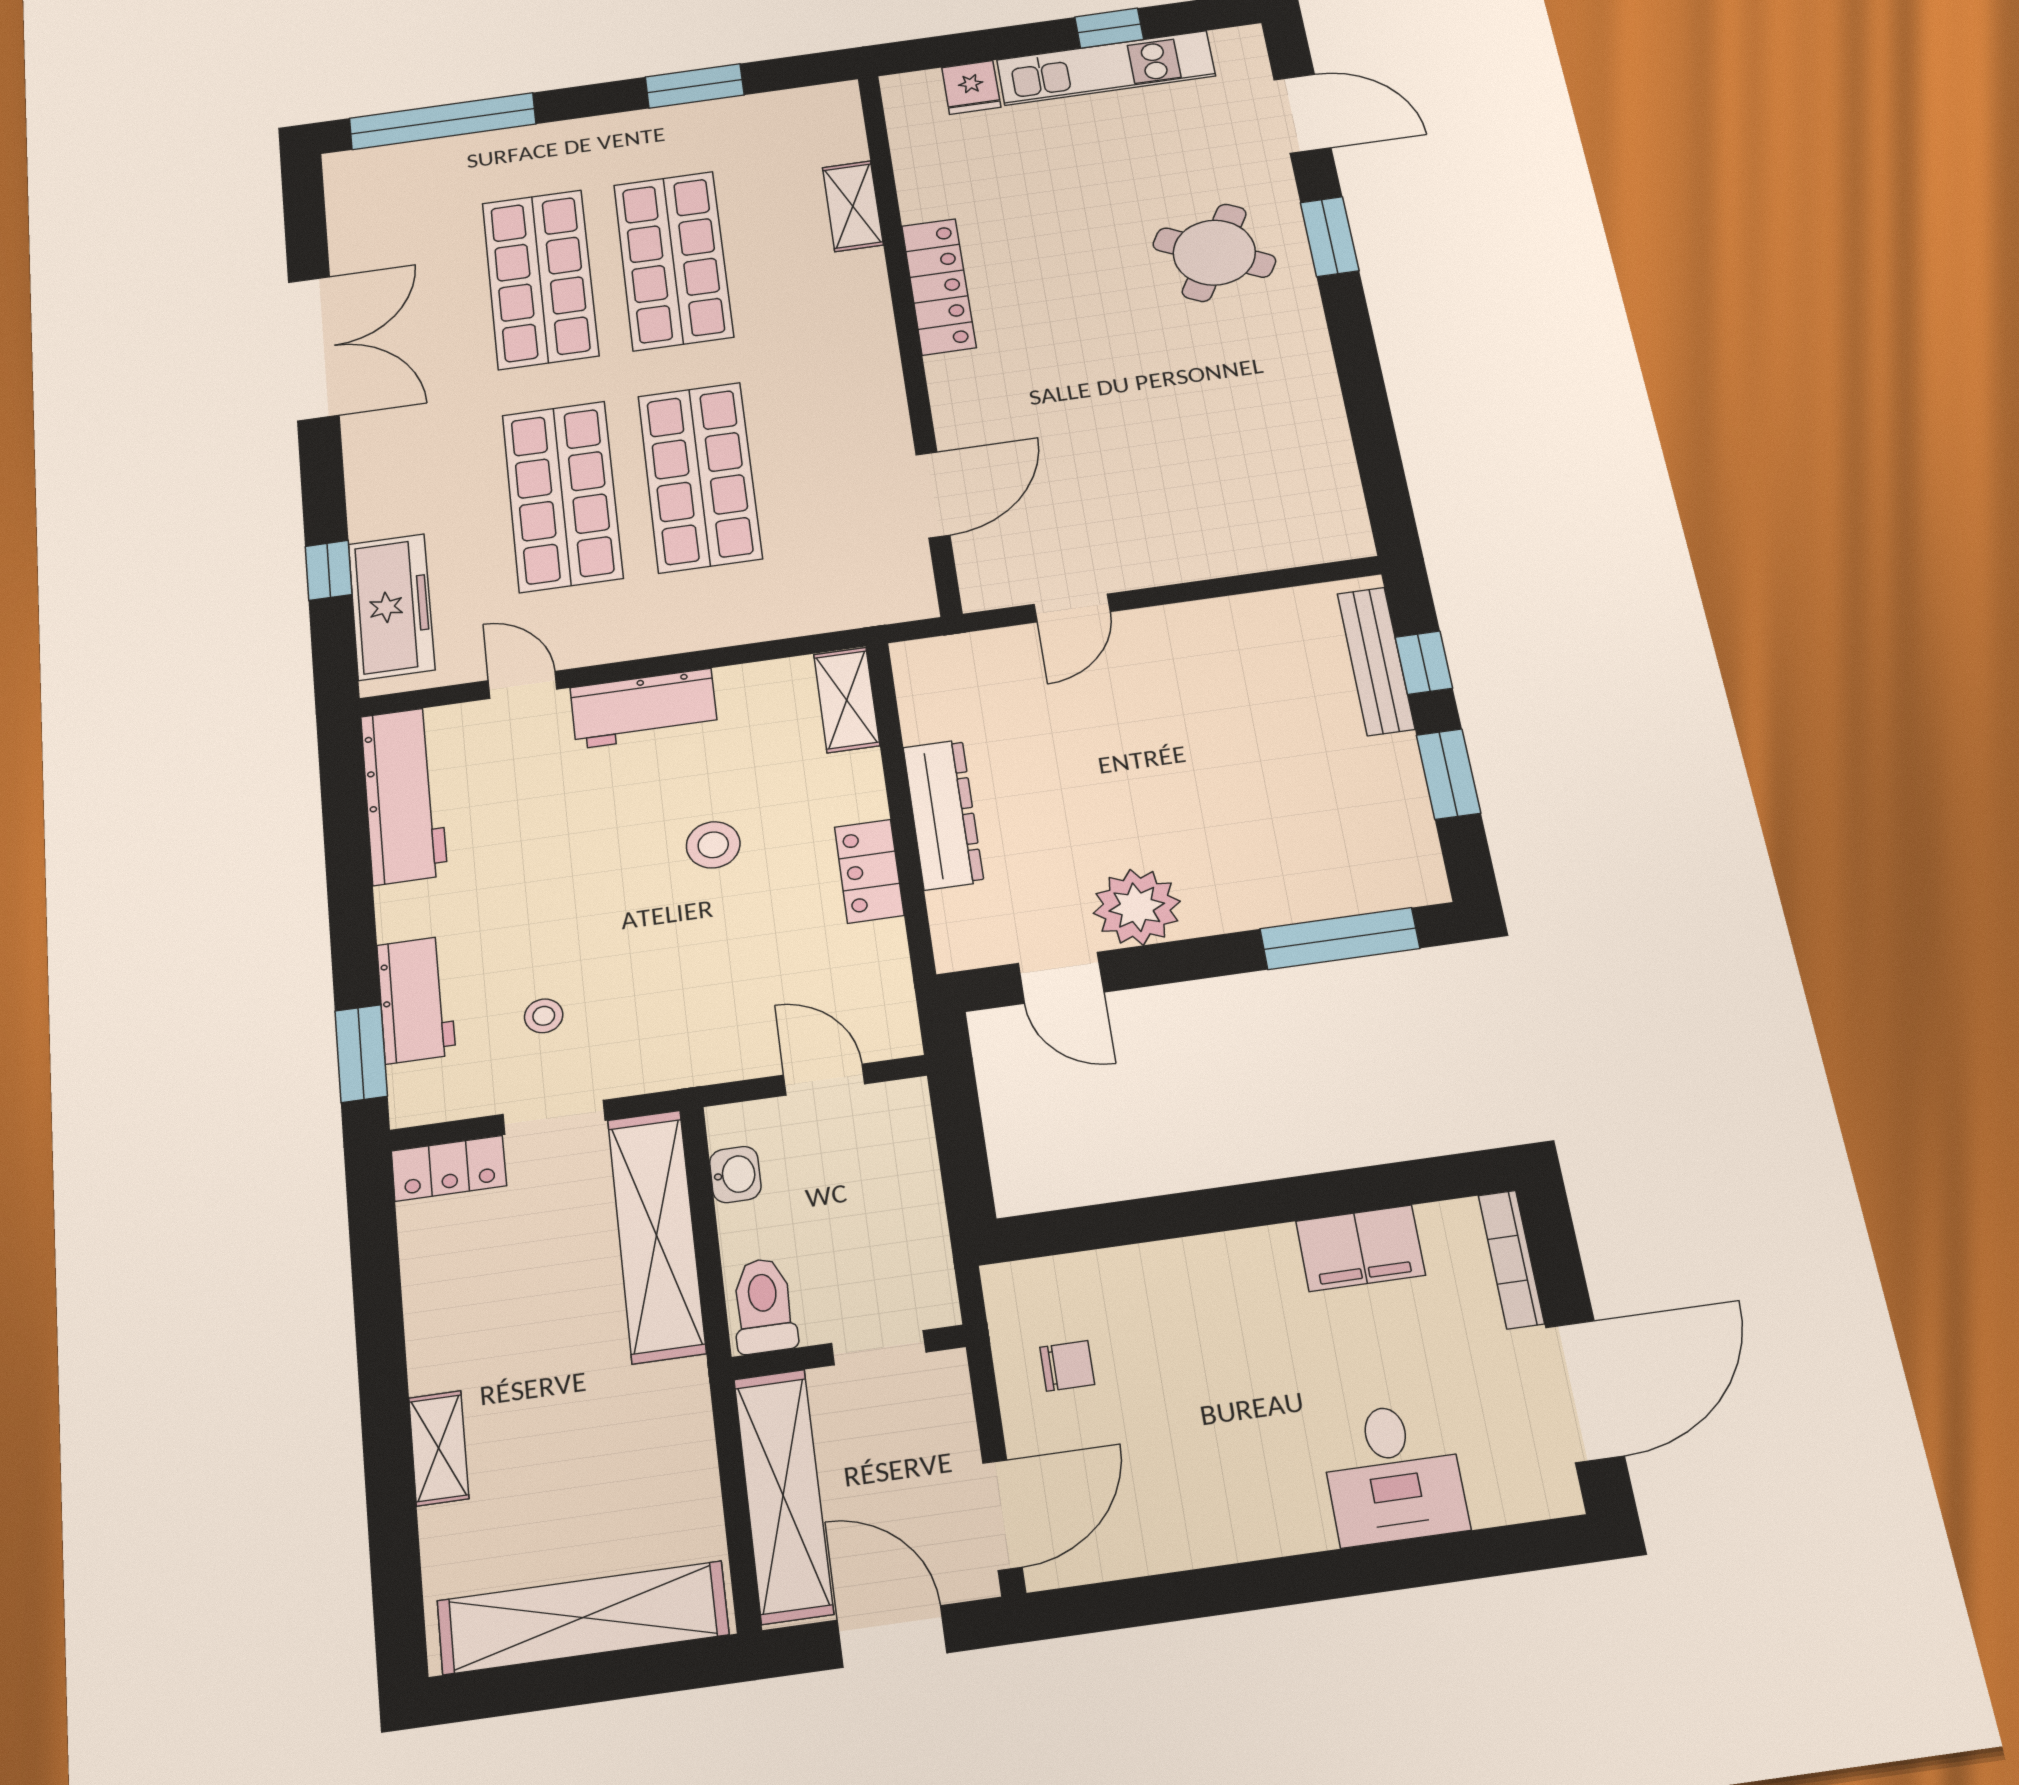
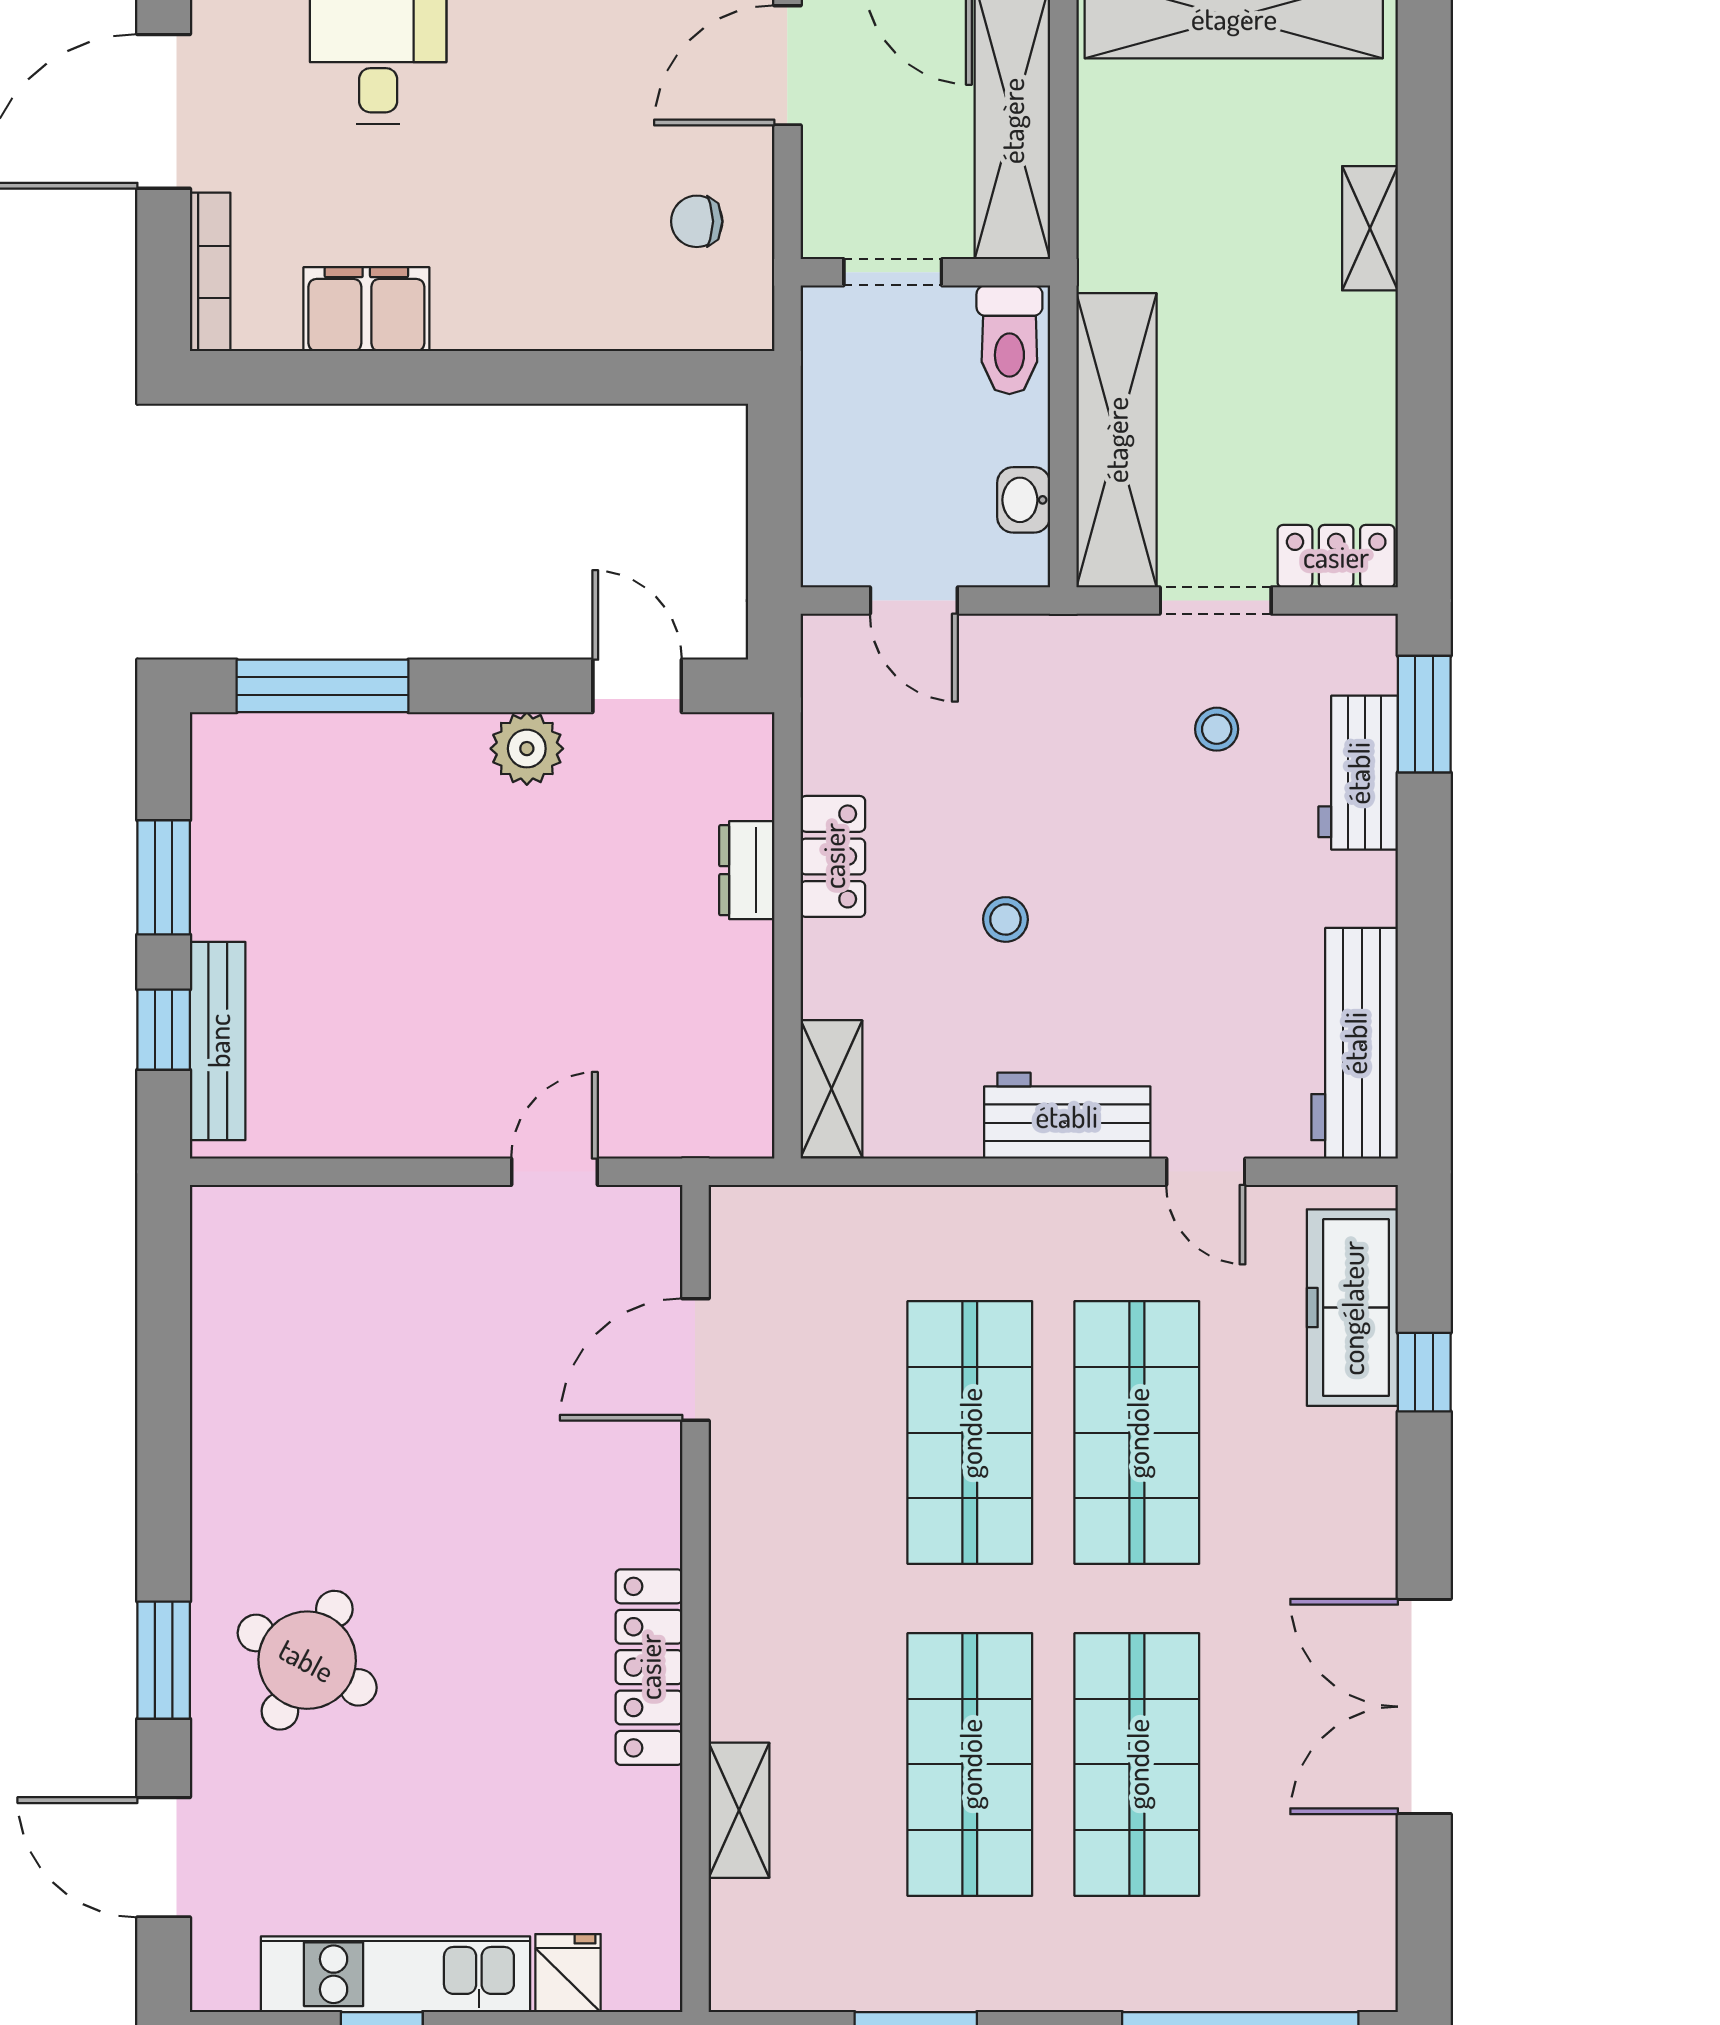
dresser: (943, 814) -> (747, 870), width x0.51, depth x0.80
stool: (713, 845) -> (1005, 919), width x0.73, depth x0.73
plant: (1137, 907) -> (527, 749), width x0.73, depth x0.73

